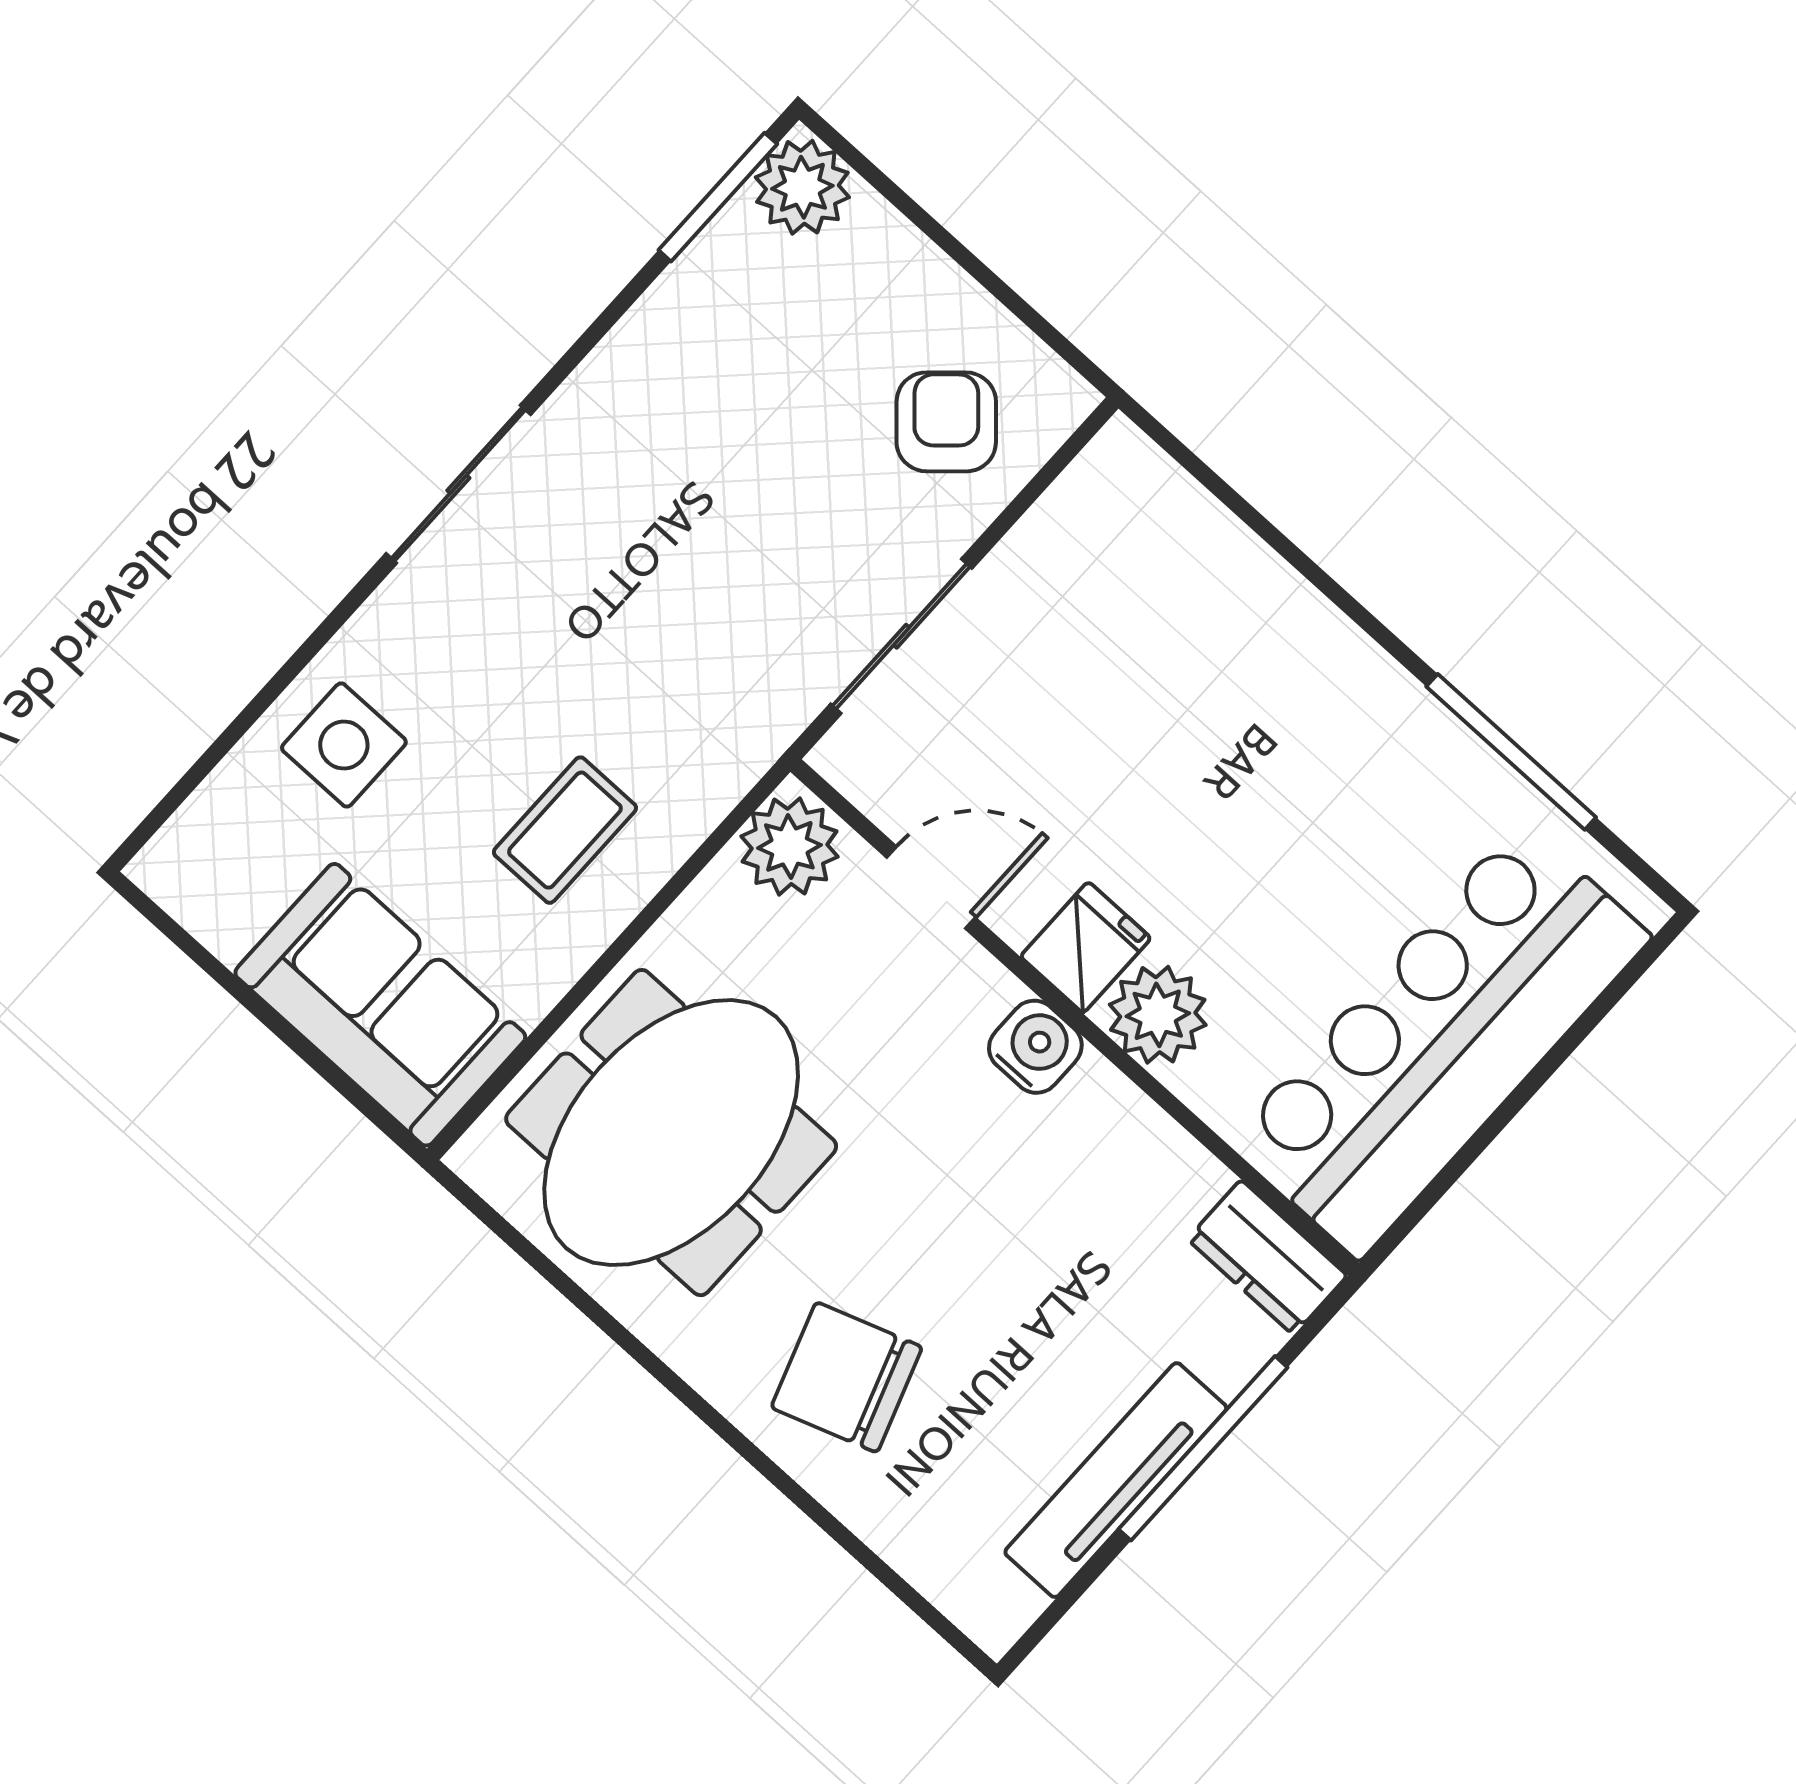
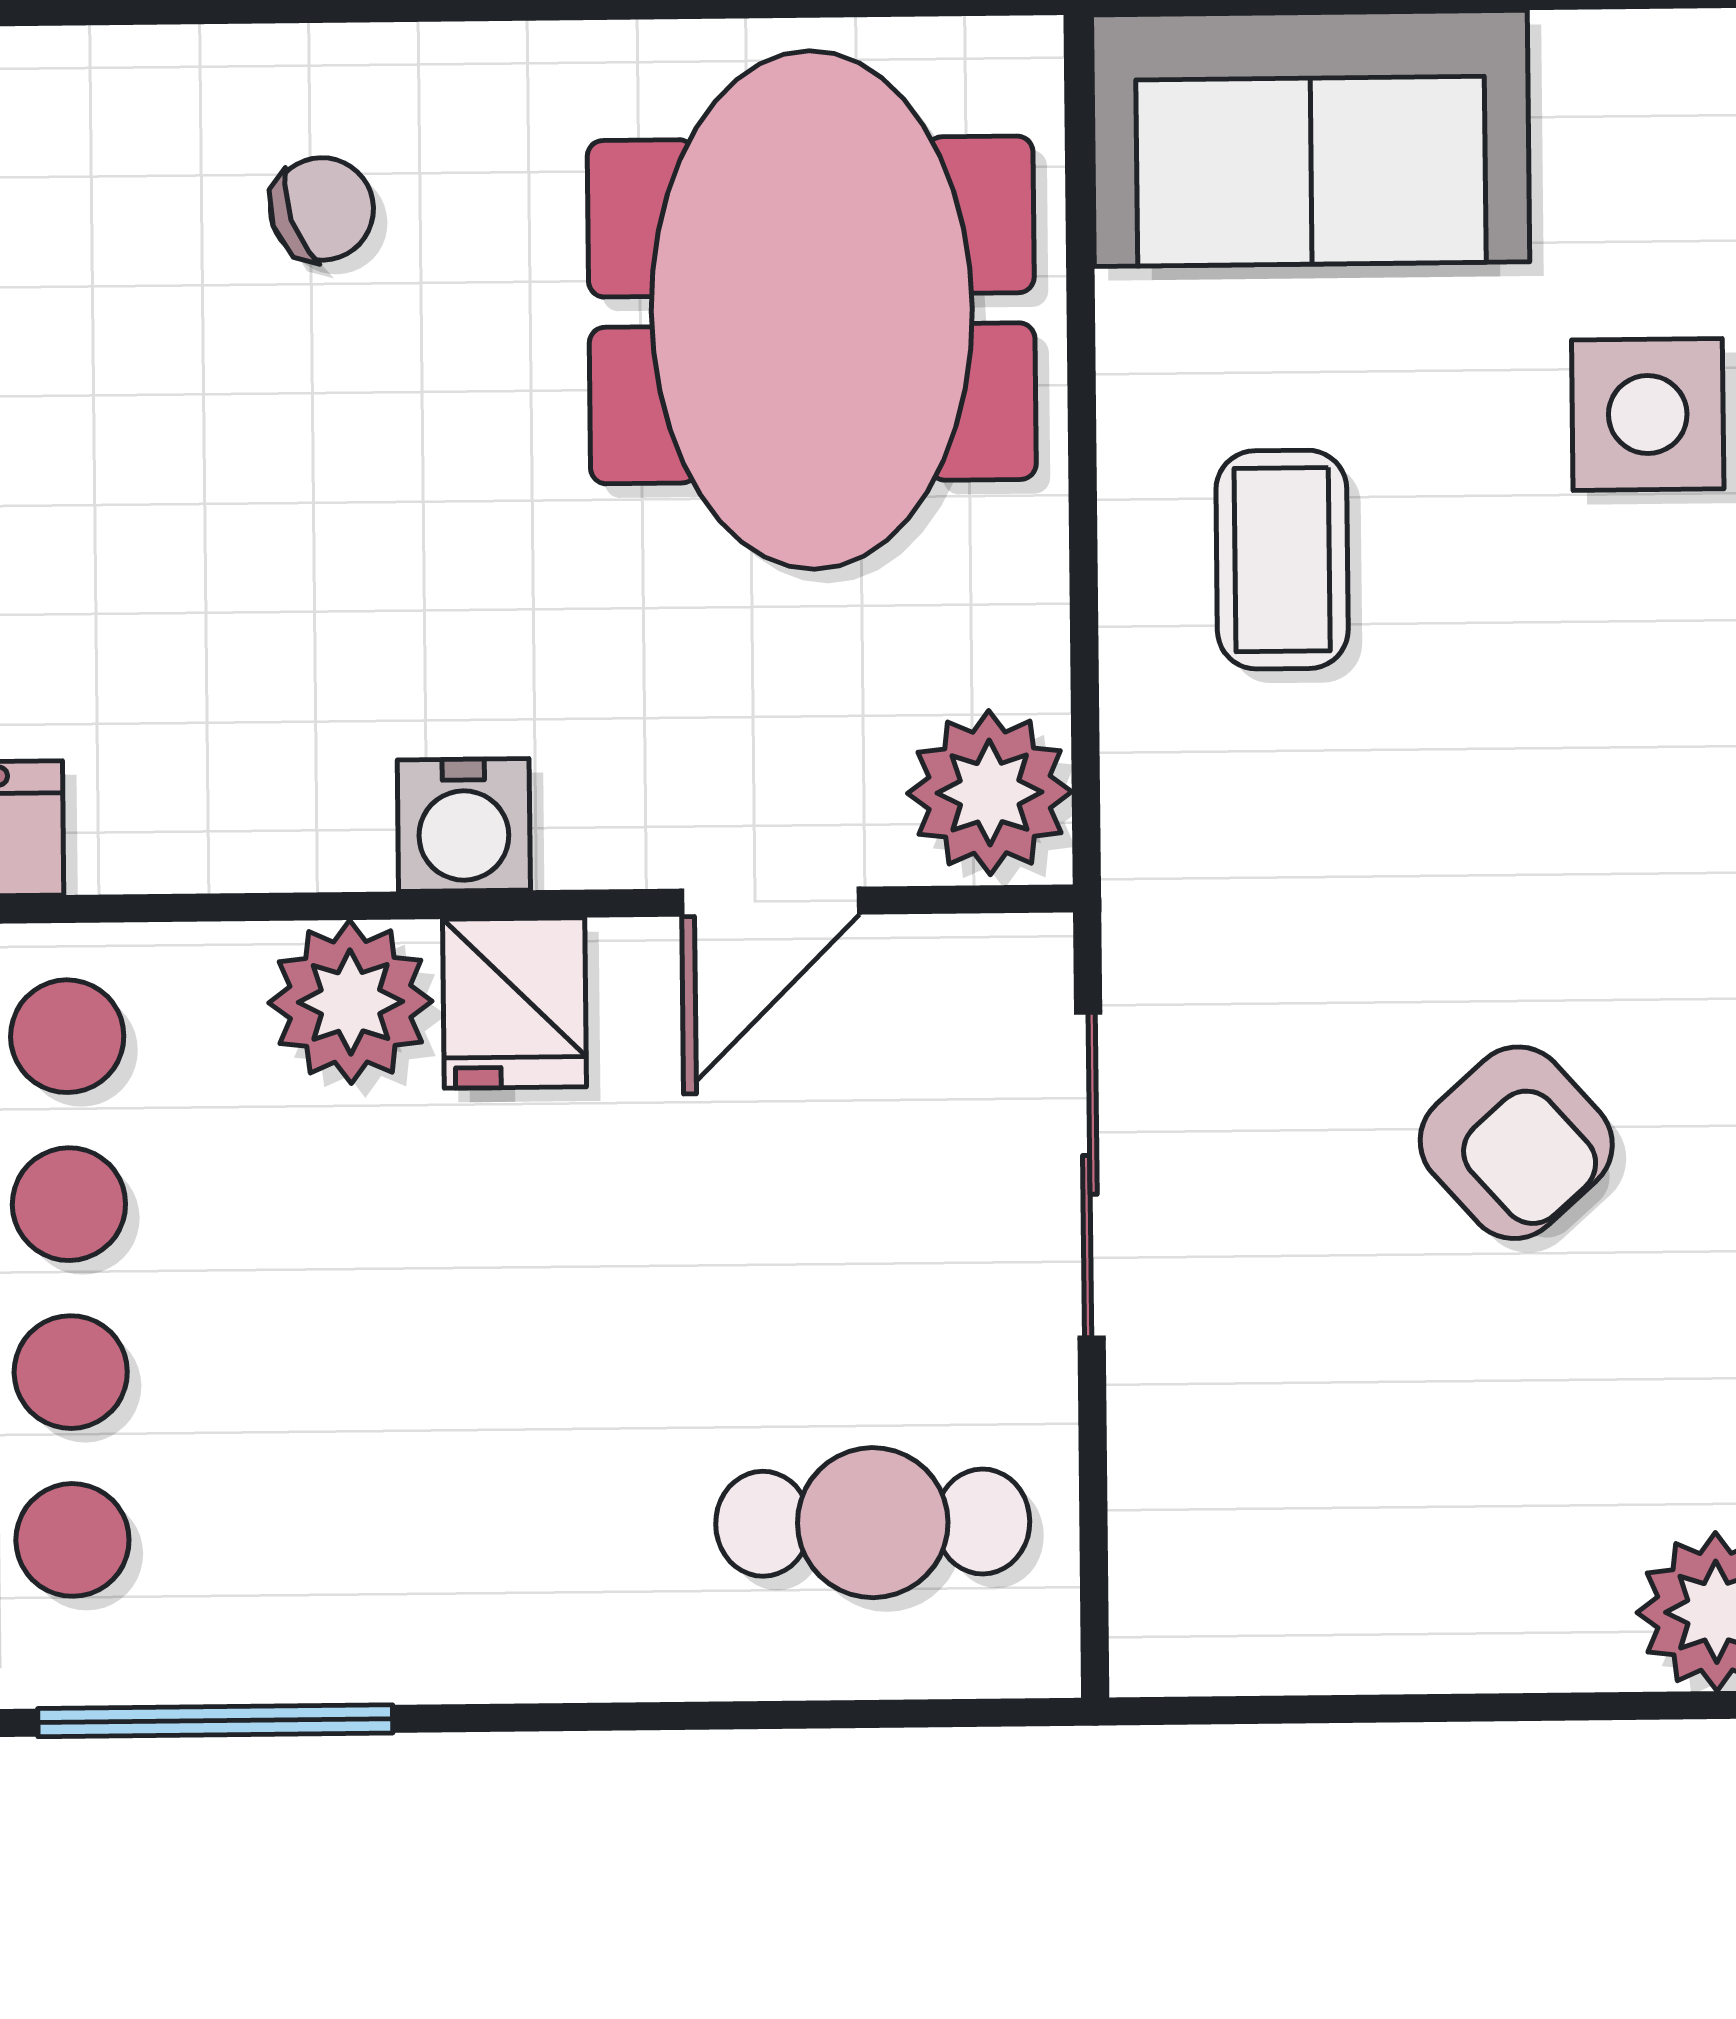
armchair: (946, 422) -> (1516, 1143), moved
cafe table: (1139, 571) -> (873, 1523), added
chair: (847, 1377) -> (322, 209), width x0.54, depth x0.54

